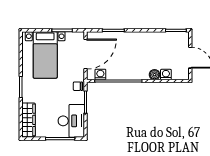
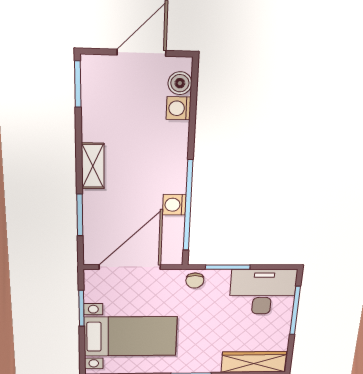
shelving: (138, 37) -> (93, 166), added
door: (85, 54) -> (130, 267), hinge flipped
washing machine: (100, 74) -> (174, 205), moved
boiler: (155, 75) -> (180, 83), moved

